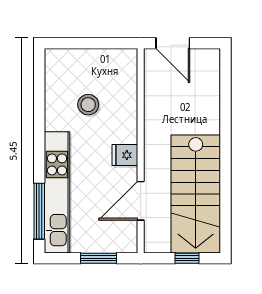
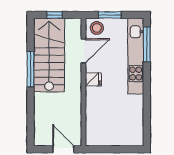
stool: (88, 105) -> (97, 28), moved
window: (225, 171) -> (31, 69), added

